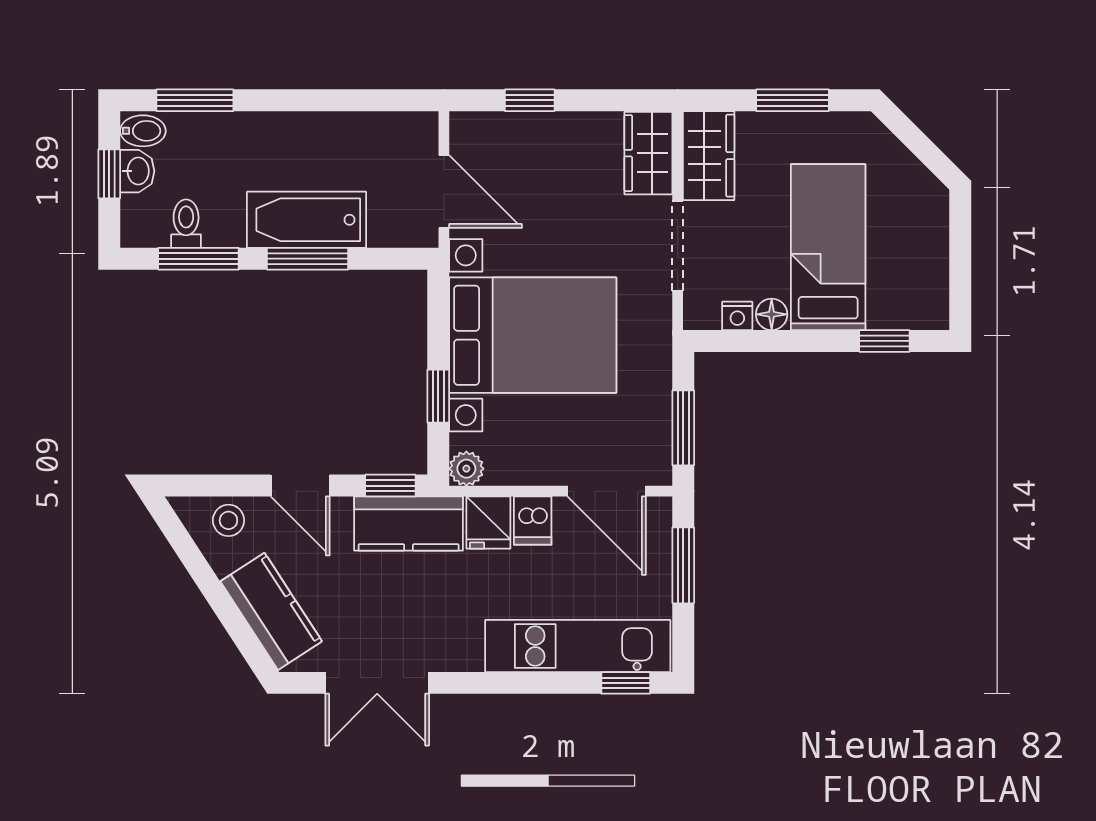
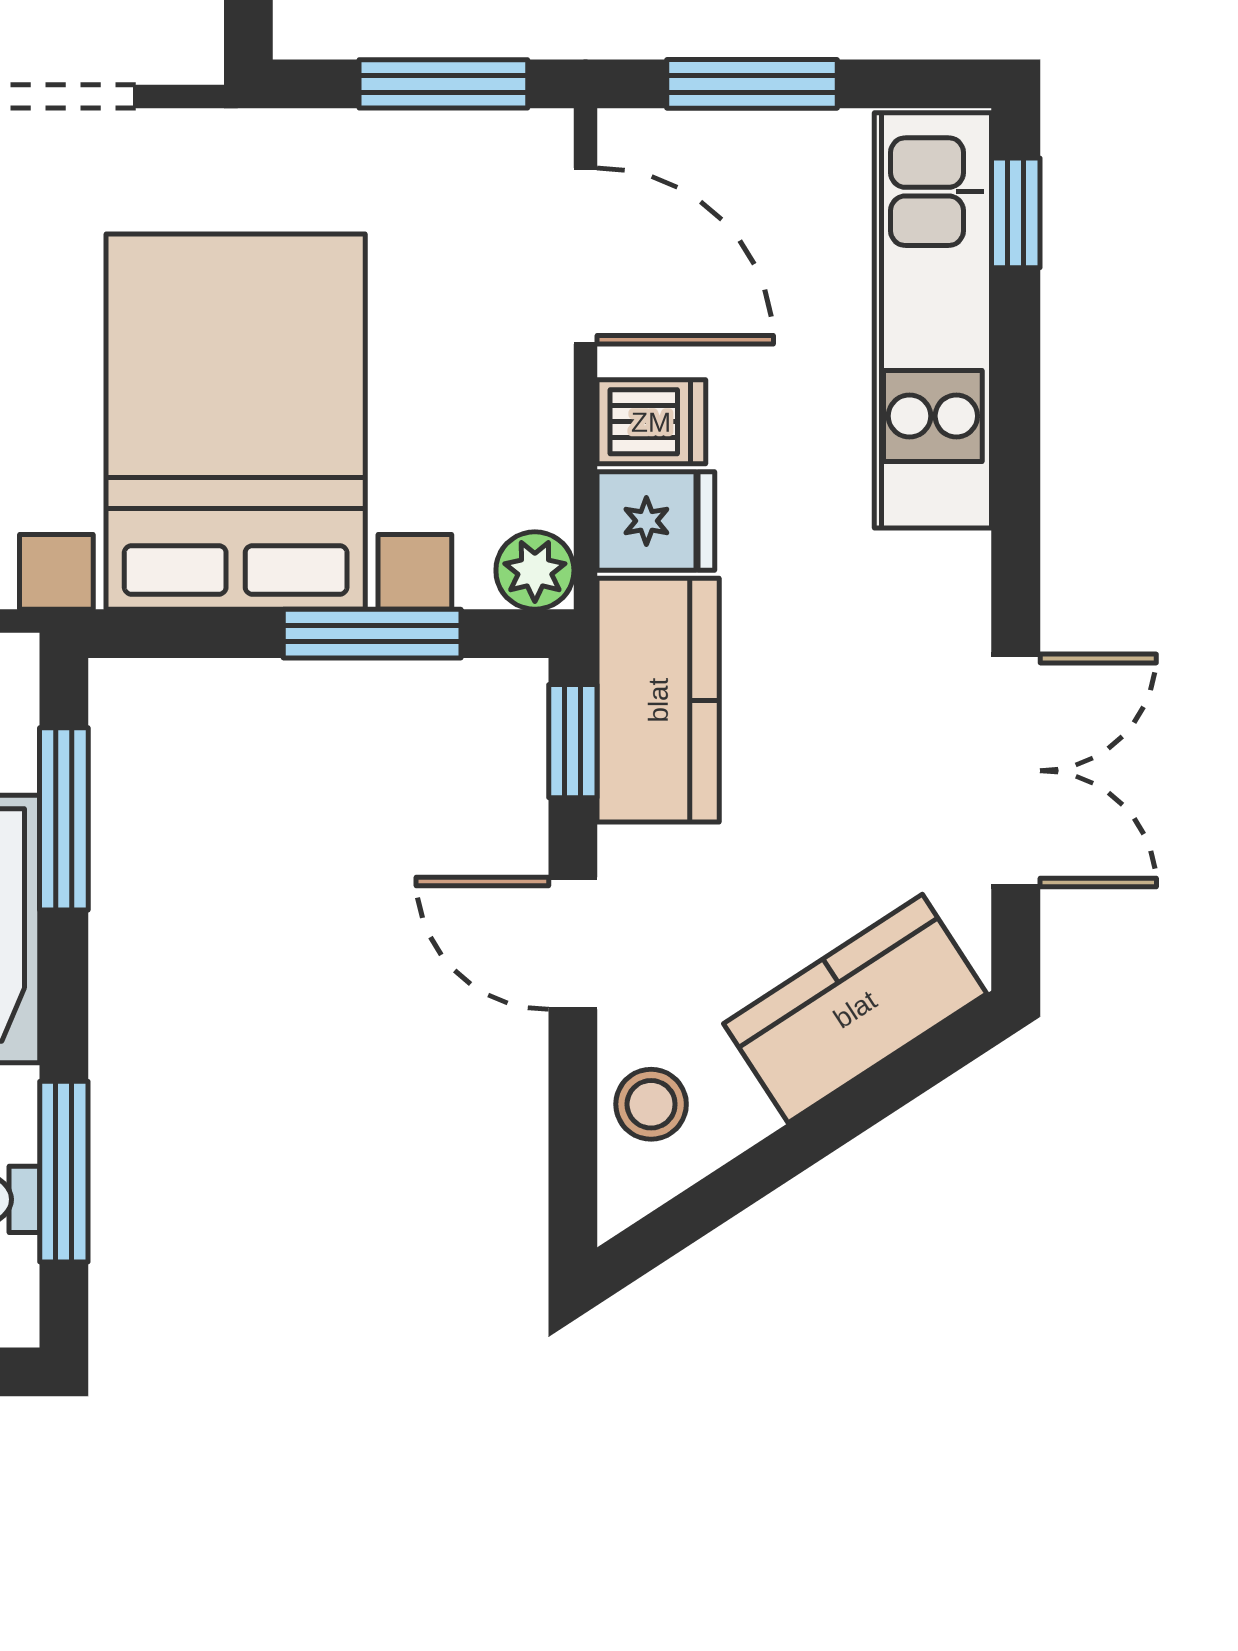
window: (308, 259) -> (64, 819), moved
window: (438, 396) -> (372, 634), width x1.50
door: (300, 486) -> (573, 943), swing flipped
door: (607, 491) -> (585, 256), hinge flipped

